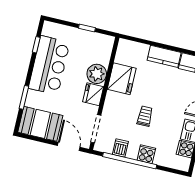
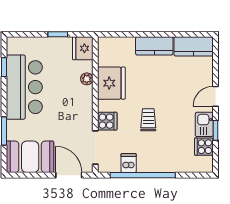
plant: (97, 74) -> (87, 79), width x0.53, depth x0.53
fridge: (93, 94) -> (83, 48), moved
cooker: (146, 154) -> (107, 121), moved, turned 90

